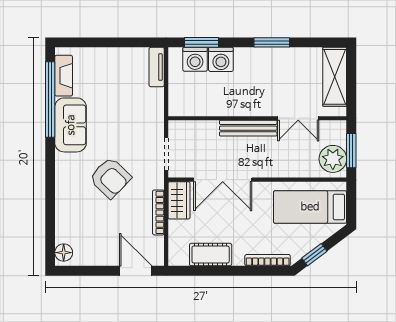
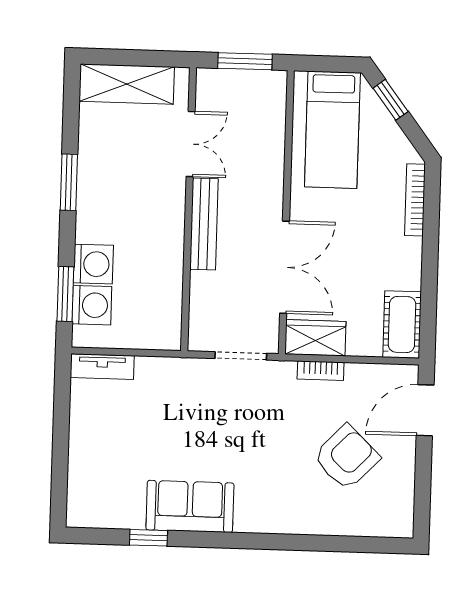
fireplace: (64, 76) -> (111, 515), removed
window: (50, 99) -> (148, 538), width x0.32
plant: (333, 159) -> (257, 91), removed
armchair: (110, 178) -> (346, 457), moved
bookcase: (158, 212) -> (321, 371), width x0.64
floor lamp: (64, 253) -> (393, 524), removed
cot: (211, 255) -> (402, 324), moved
window: (314, 255) -> (391, 100), moved

